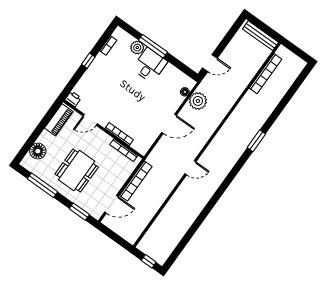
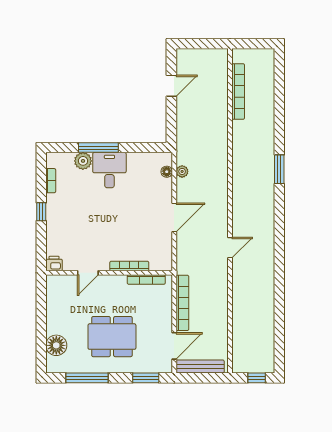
bench: (260, 36) -> (200, 366), moved
door: (210, 63) -> (171, 86), moved
plant: (198, 101) -> (182, 171), width x0.53, depth x0.53
piano: (59, 120) -> (55, 297), removed
dining table: (77, 171) -> (112, 337), turned 90

